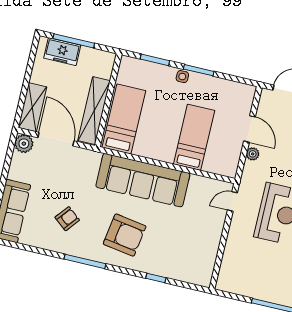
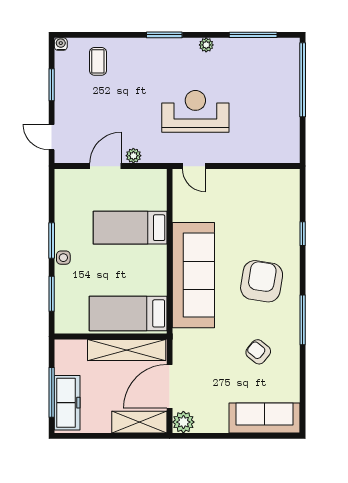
freezer: (62, 52) -> (67, 403), width x1.40

